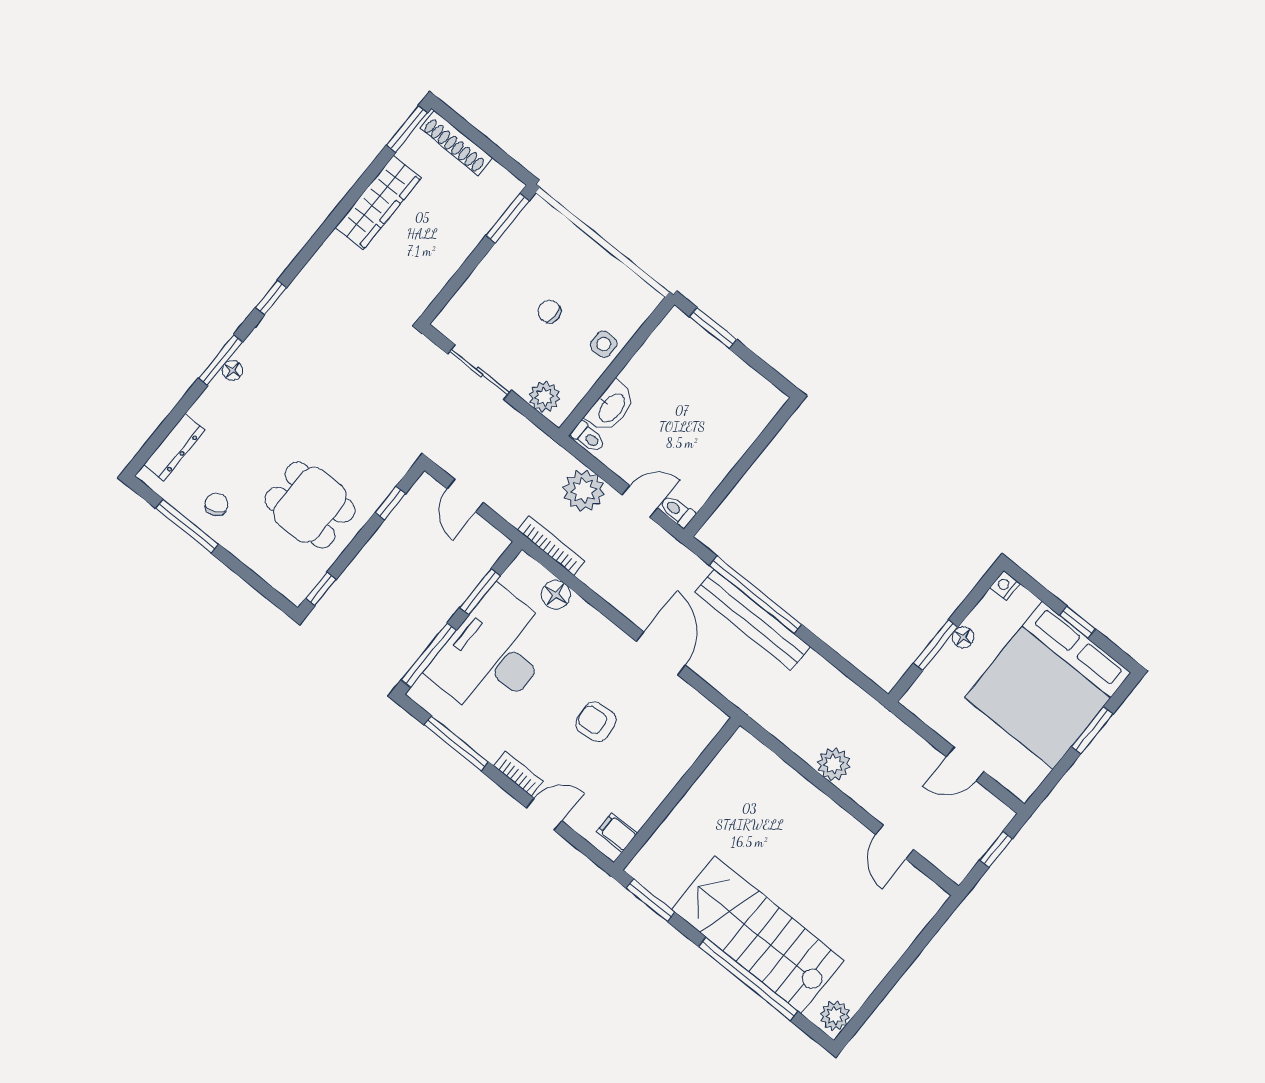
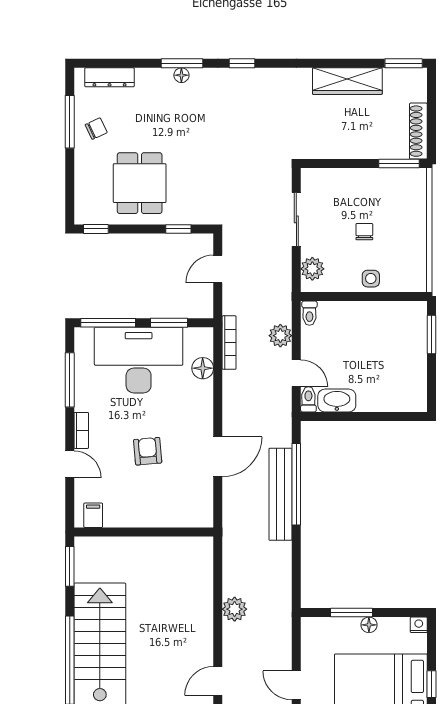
shoe rack: (456, 143) -> (418, 131), moved
washbasin: (611, 407) -> (337, 401), moved, turned 180
plant: (584, 491) -> (280, 336), width x0.73, depth x0.73

